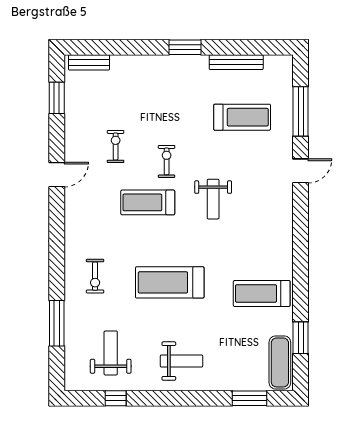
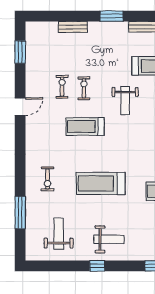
bench: (89, 62) -> (73, 27), moved
exercise bike: (167, 161) -> (84, 88), moved
weight bench: (213, 199) -> (125, 101), moved
window: (116, 398) -> (97, 266), moved

